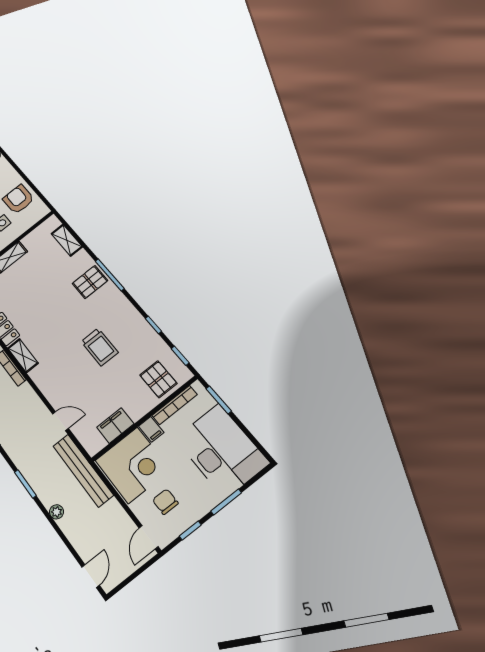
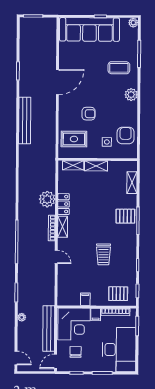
pallet: (158, 379) -> (118, 294), turned 90
door: (60, 421) -> (56, 257), moved
filing cabinet: (115, 425) -> (85, 299), width x0.50
bench: (83, 470) -> (49, 328), moved
door: (91, 576) -> (16, 358), hinge flipped

